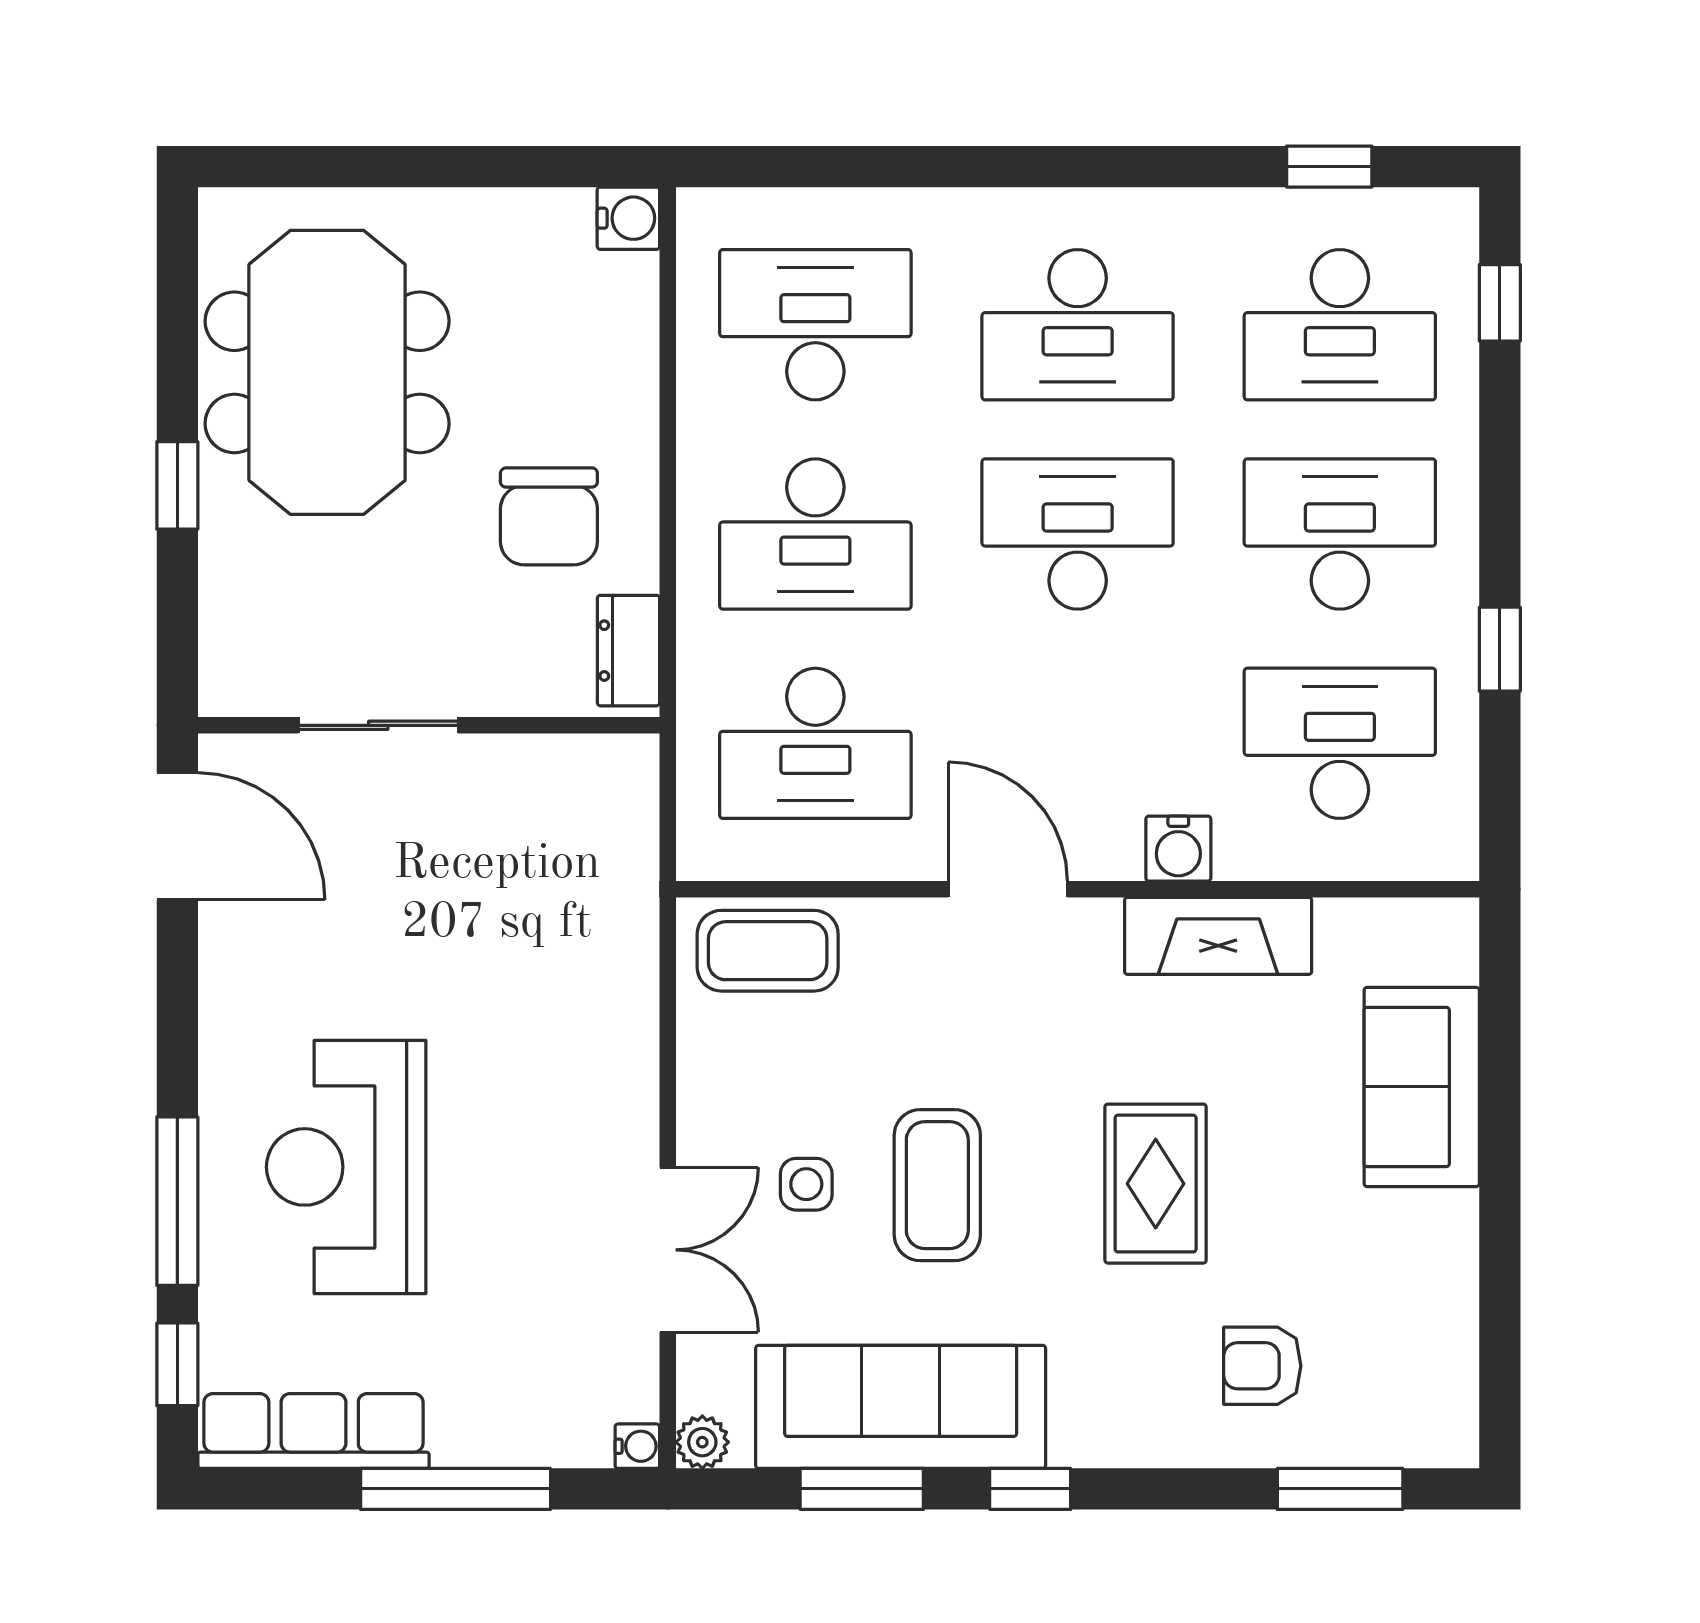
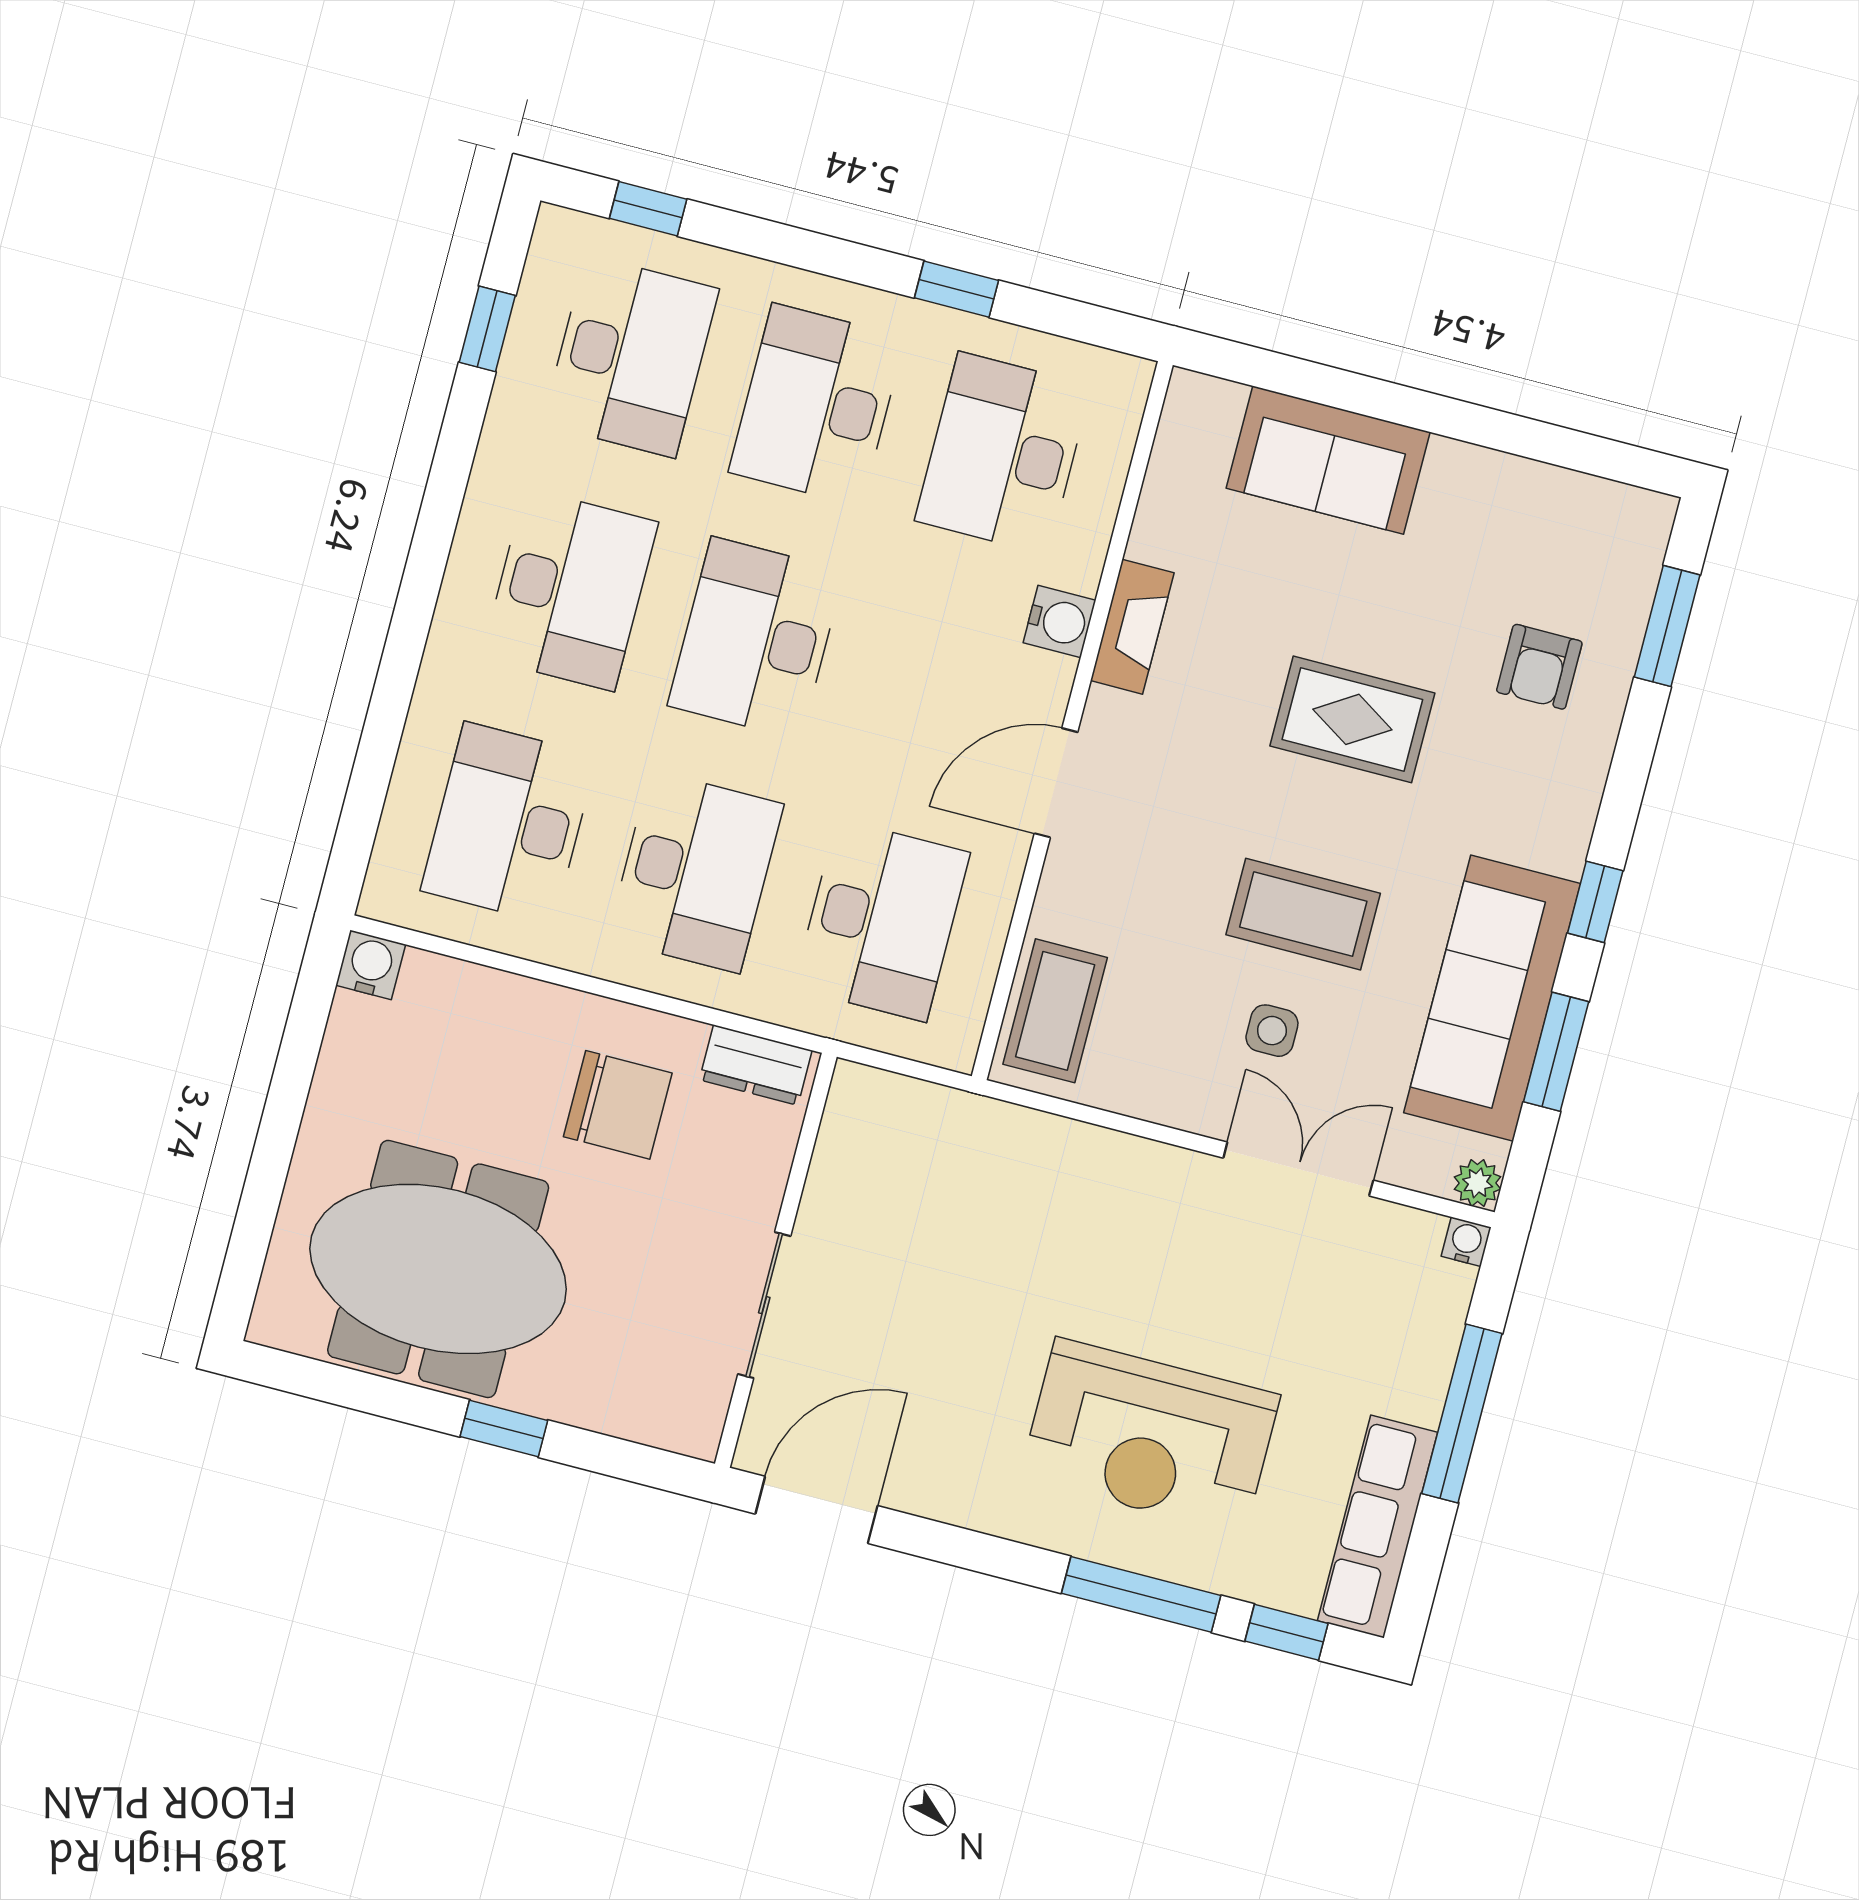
fireplace: (1218, 936) -> (1132, 627), width x0.73, depth x0.76

